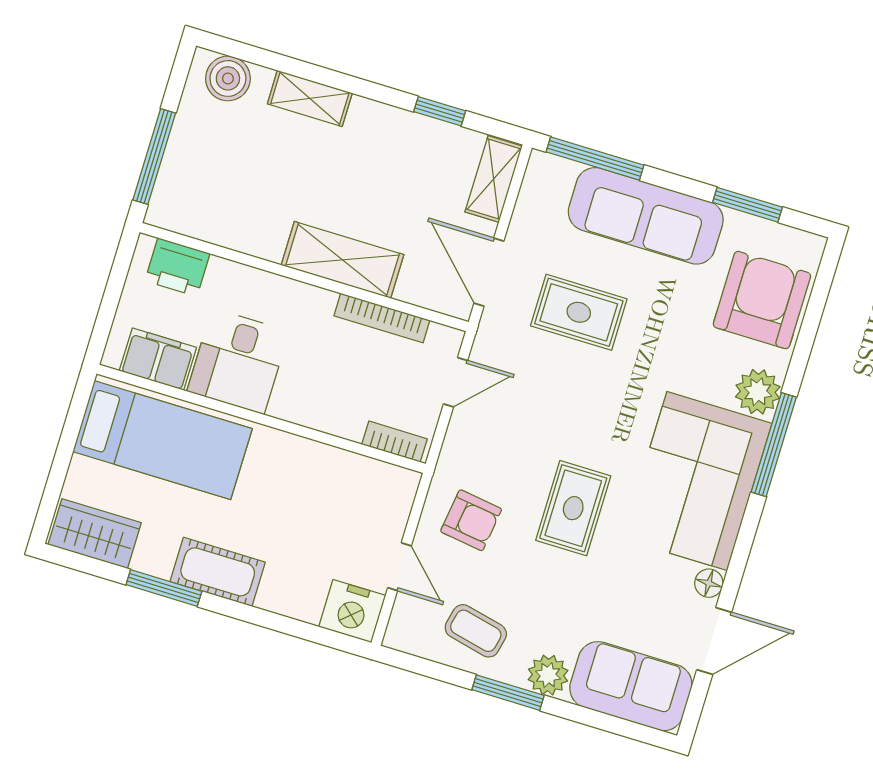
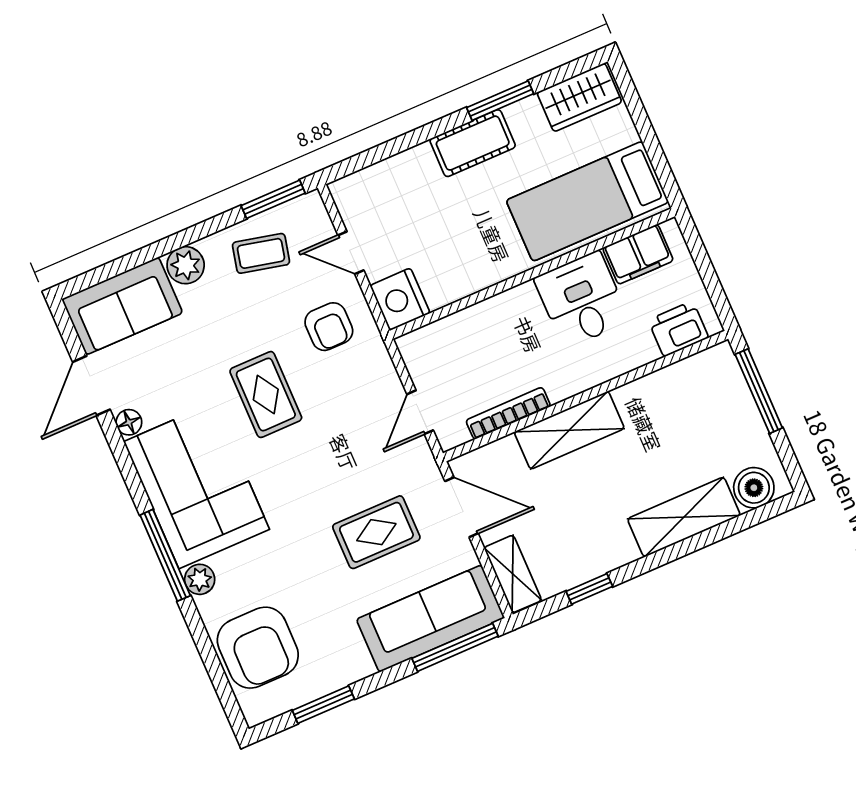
shelving: (310, 98) -> (684, 517), width x1.50, depth x1.33
sofa: (646, 216) -> (430, 619), moved
plant: (758, 392) -> (200, 579), width x0.73, depth x0.73
bookcase: (394, 442) -> (427, 336), removed
armchair: (471, 520) -> (329, 327), turned -98
nightstand: (352, 611) -> (400, 299), moved, turned -90
window: (508, 693) -> (273, 199), moved

